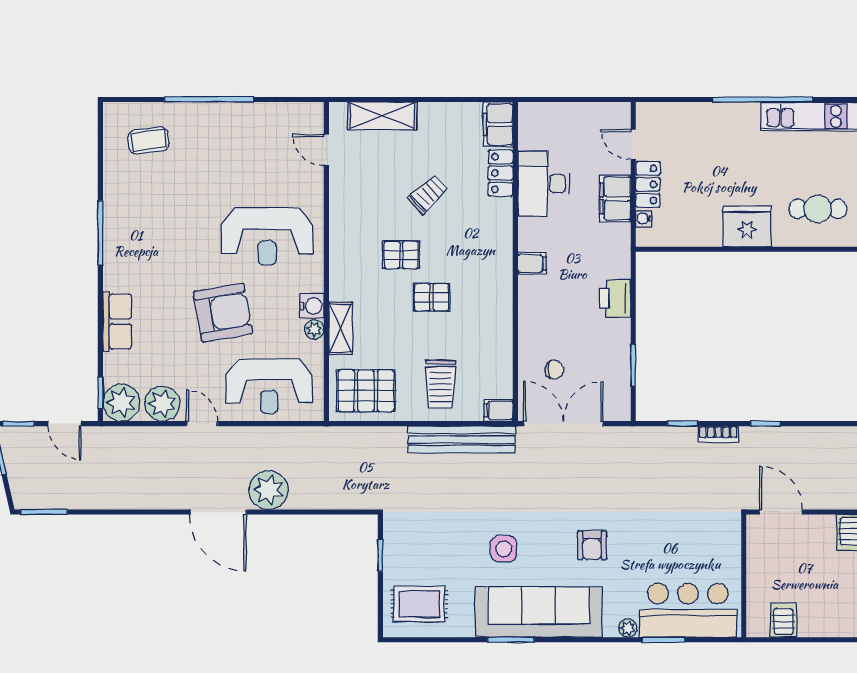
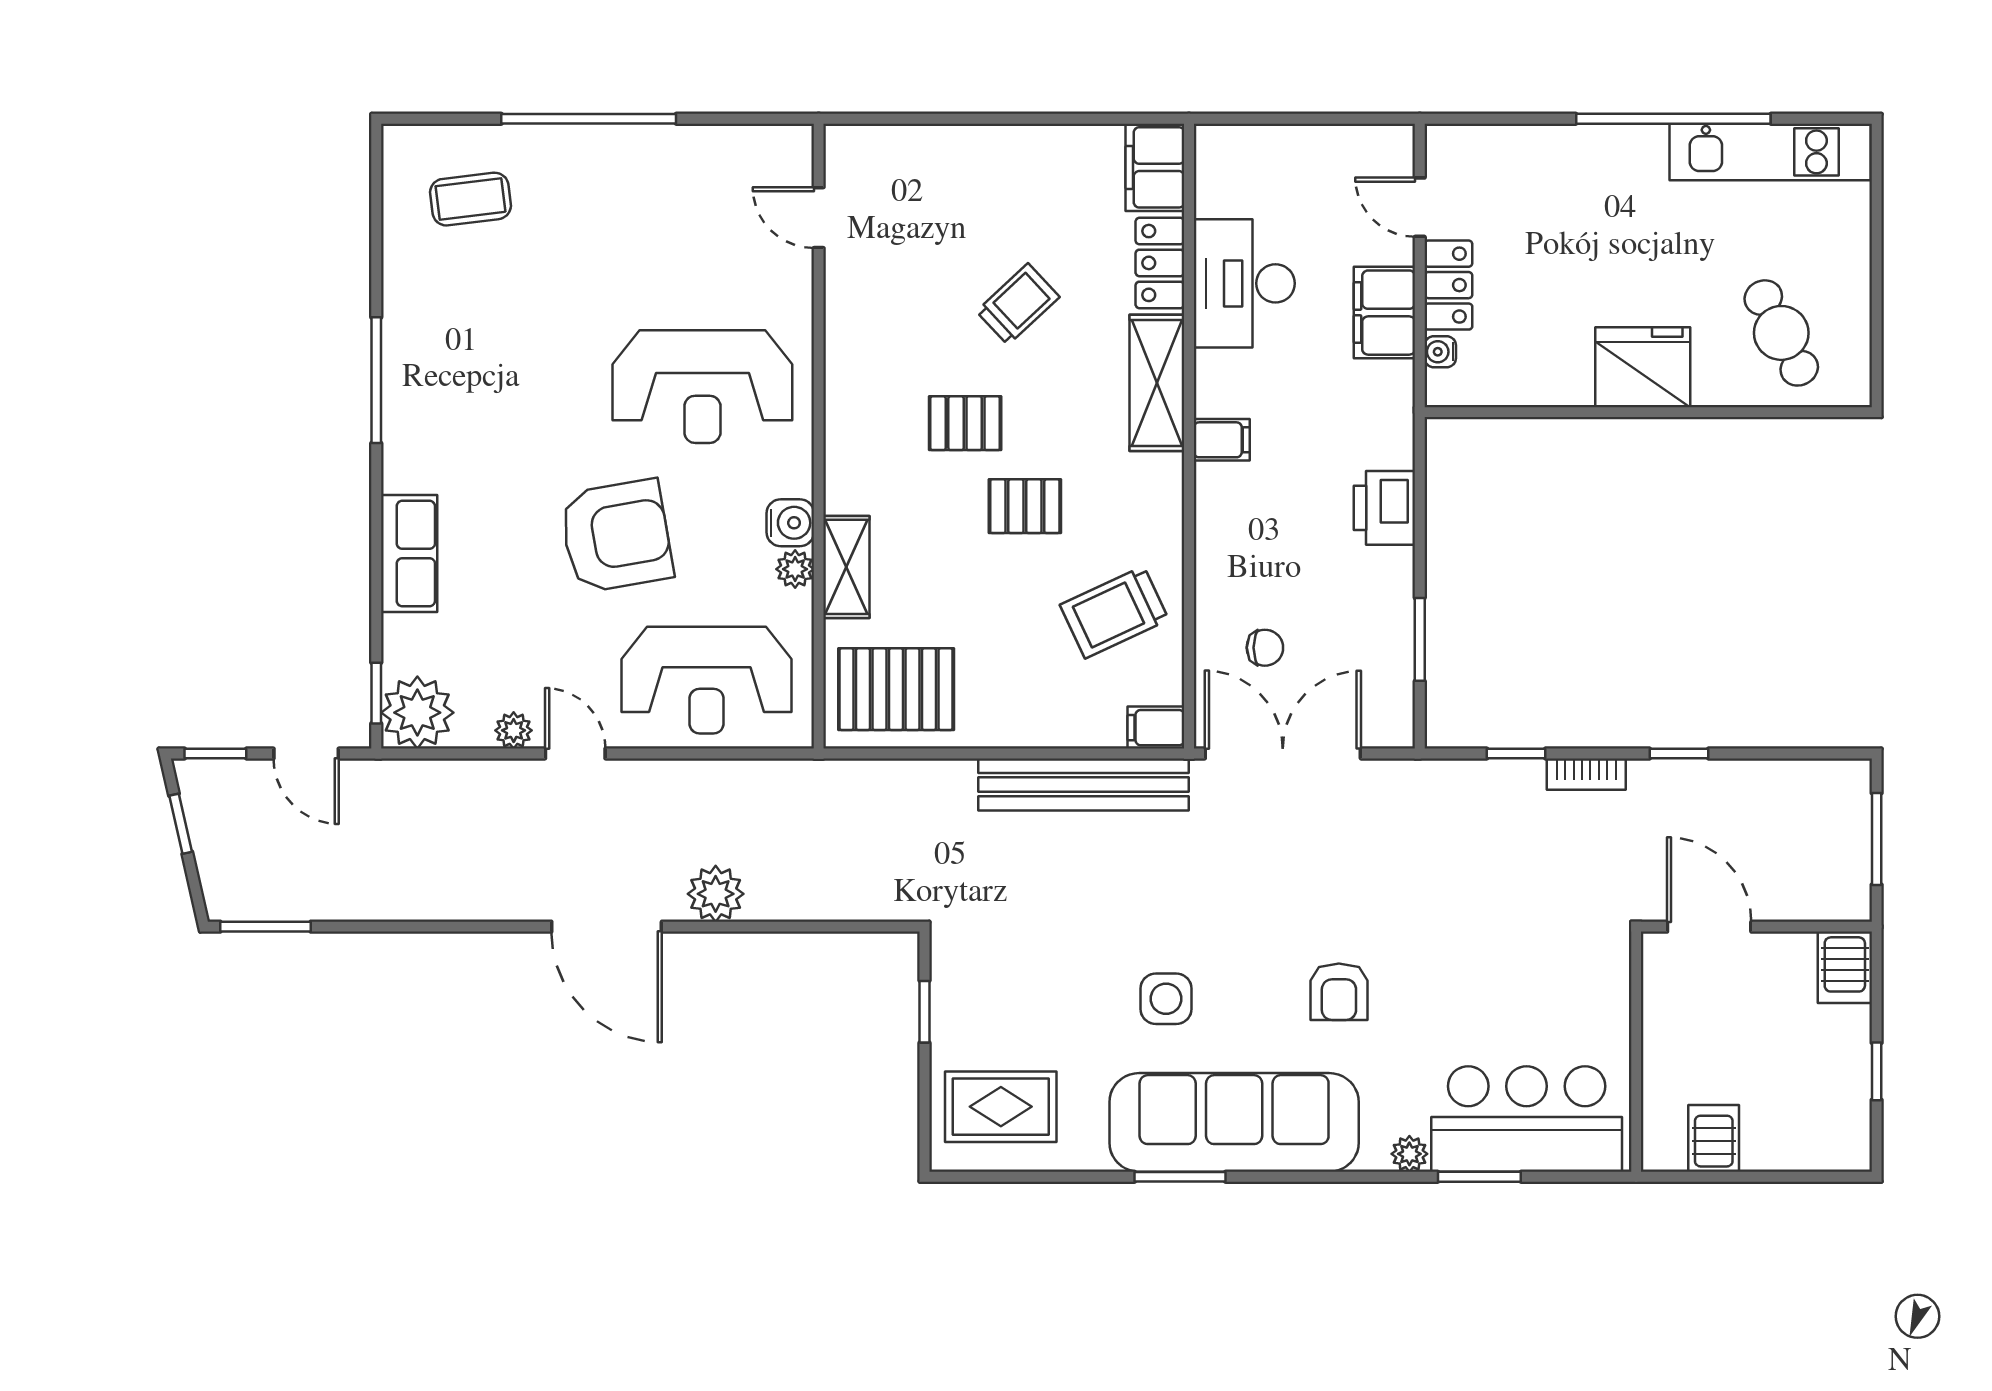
shelving: (382, 116) -> (1157, 383), moved, turned 90
cafe table: (818, 209) -> (1781, 333), turned 63
trolley: (440, 384) -> (1114, 612), moved, turned 65
plant: (162, 404) -> (514, 730), width x0.53, depth x0.53
plant: (269, 490) -> (716, 894), width x0.73, depth x0.73

